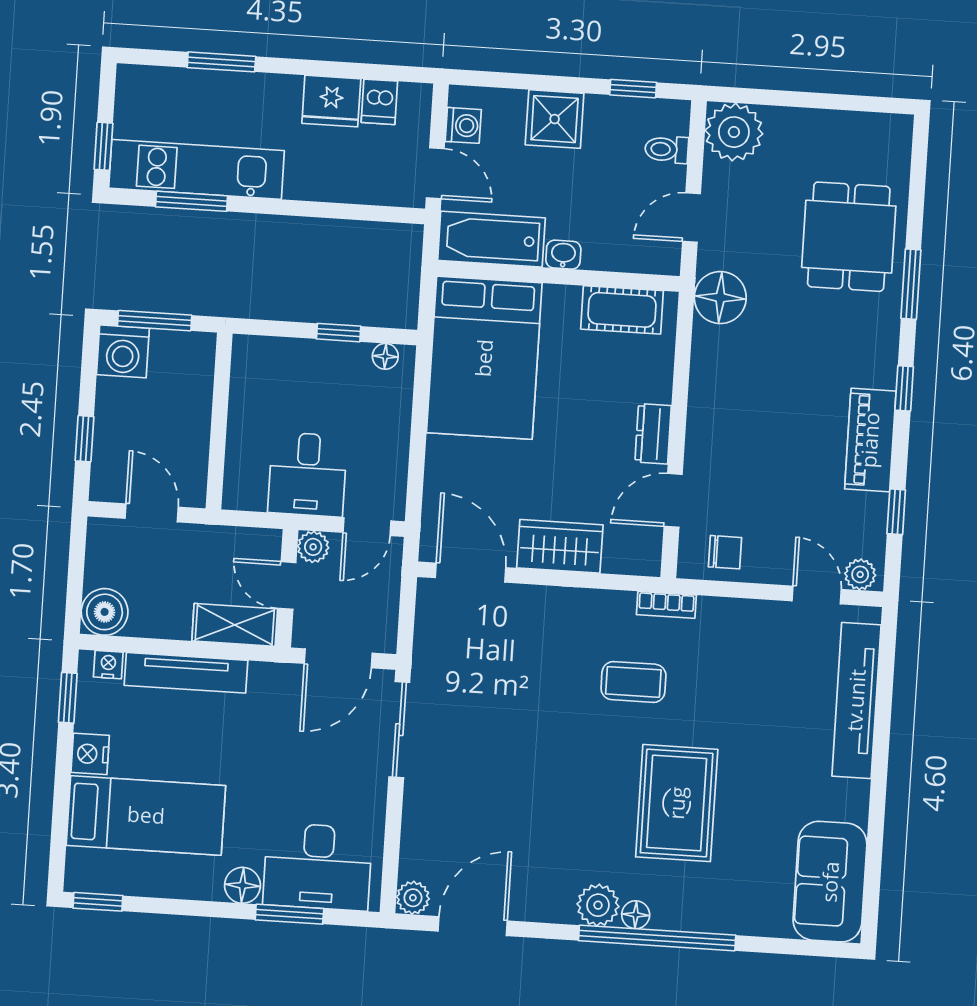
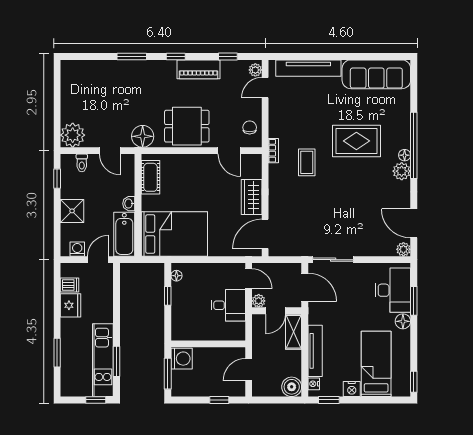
dining table: (849, 237) -> (187, 126), moved
washing machine: (123, 351) -> (182, 359), moved
dresser: (653, 434) -> (202, 161), removed
sofa: (830, 882) -> (376, 74), width x1.36

